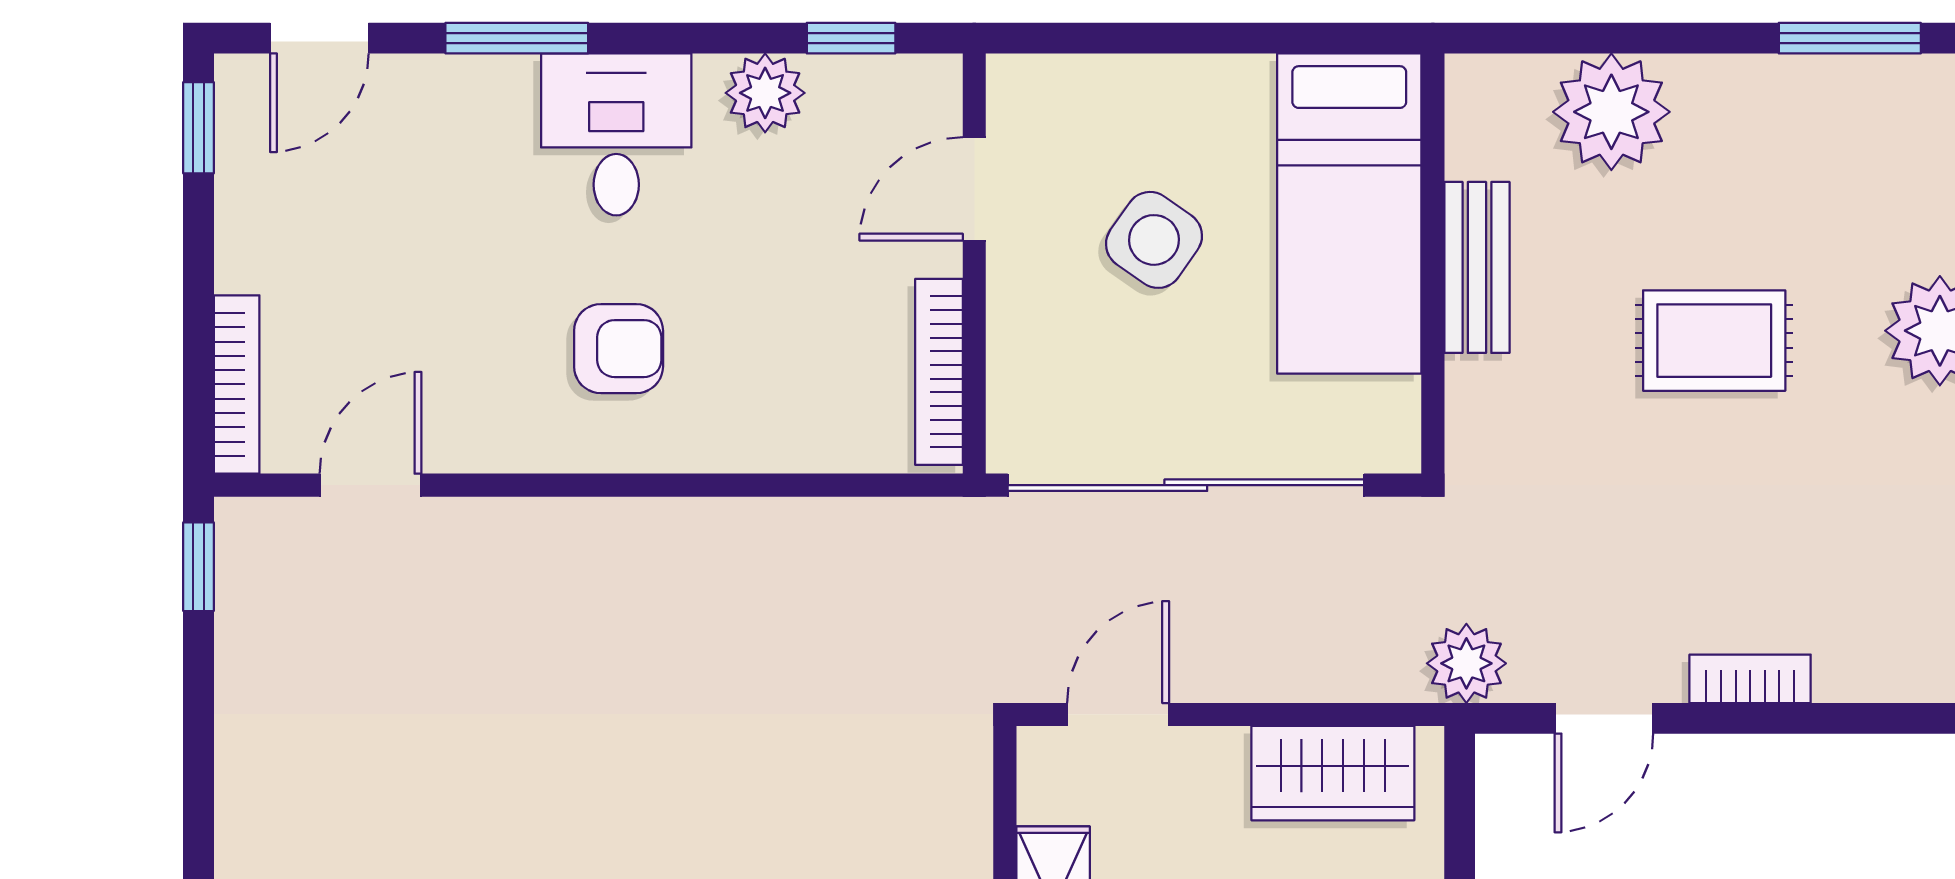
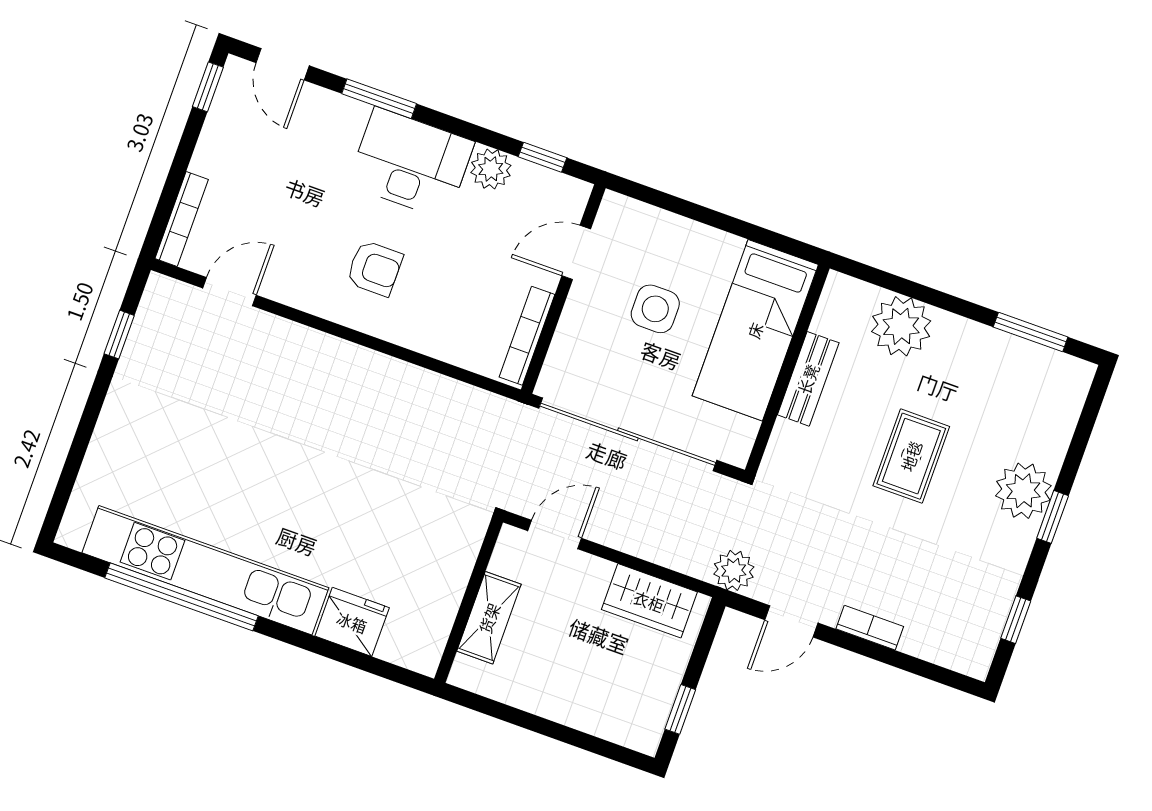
door: (319, 38) -> (283, 64), hinge flipped
desk: (616, 134) -> (411, 163), width x1.37
side table: (1154, 240) -> (655, 309), turned -35
rug: (1714, 341) -> (911, 456), turned 90
window: (199, 567) -> (119, 335), moved

